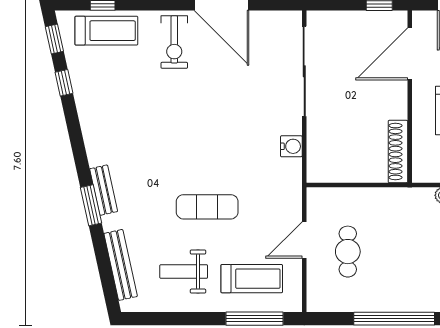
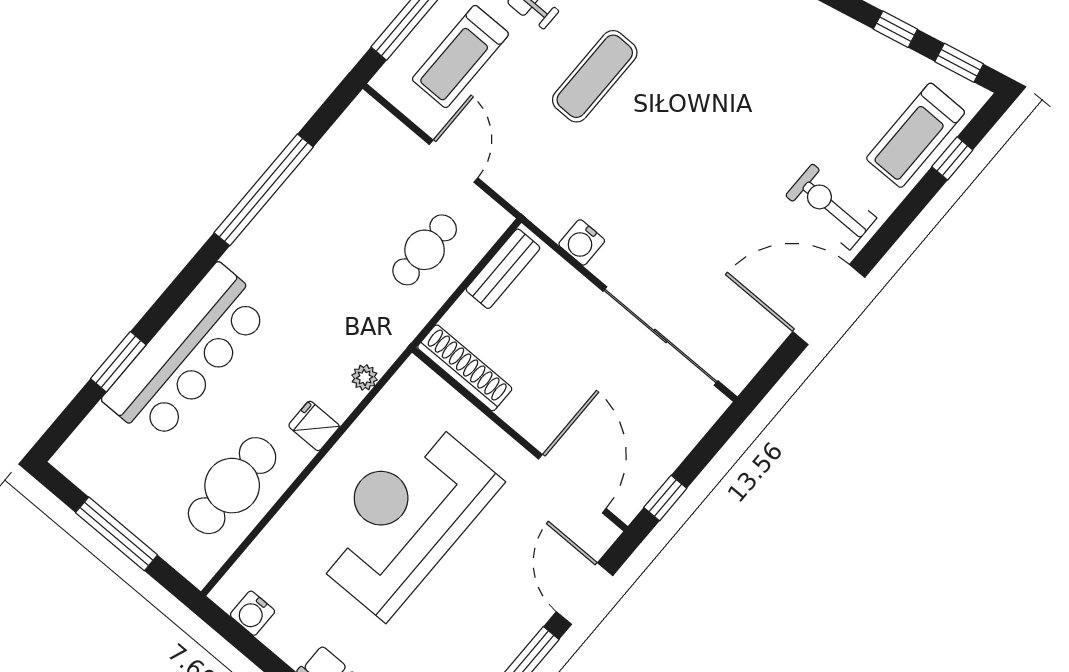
bench: (336, 173) -> (503, 269), added
cafe table: (348, 252) -> (425, 250), moved, turned 90

